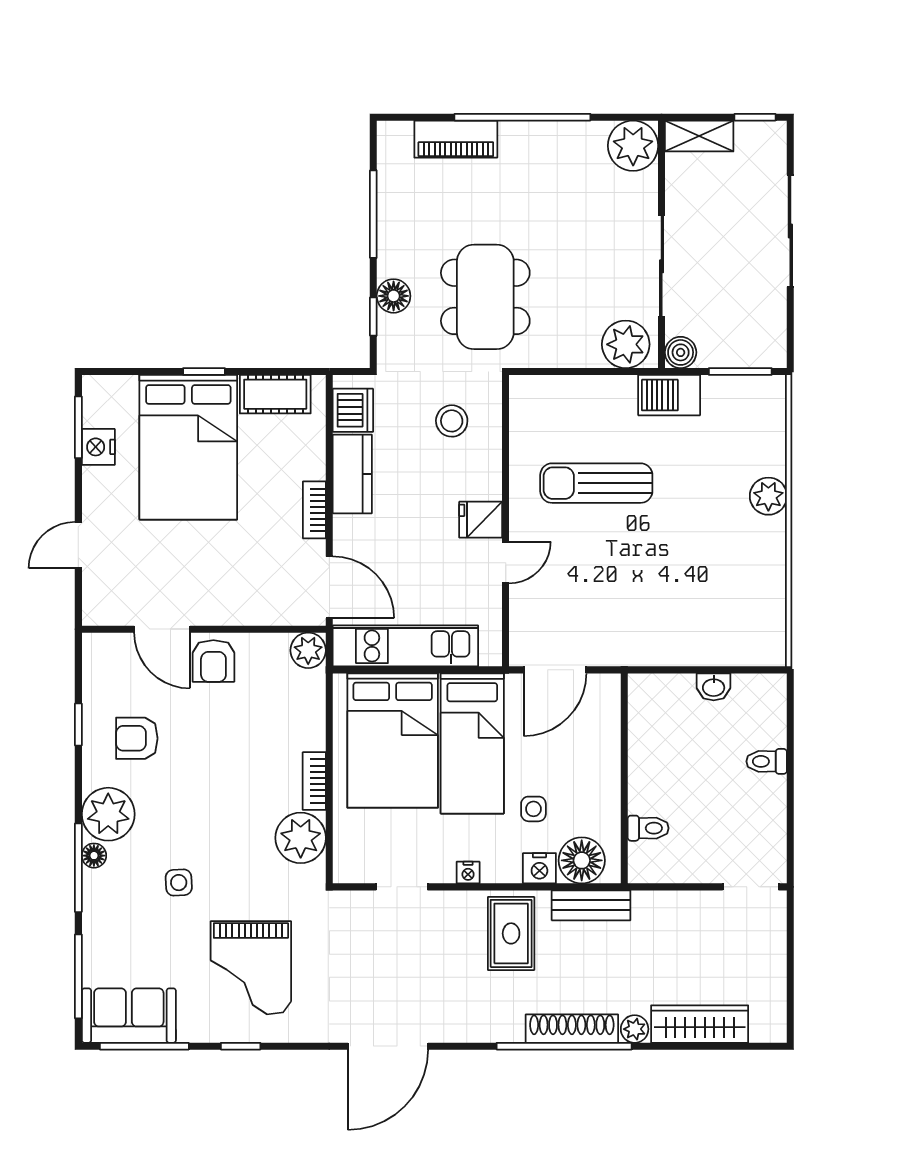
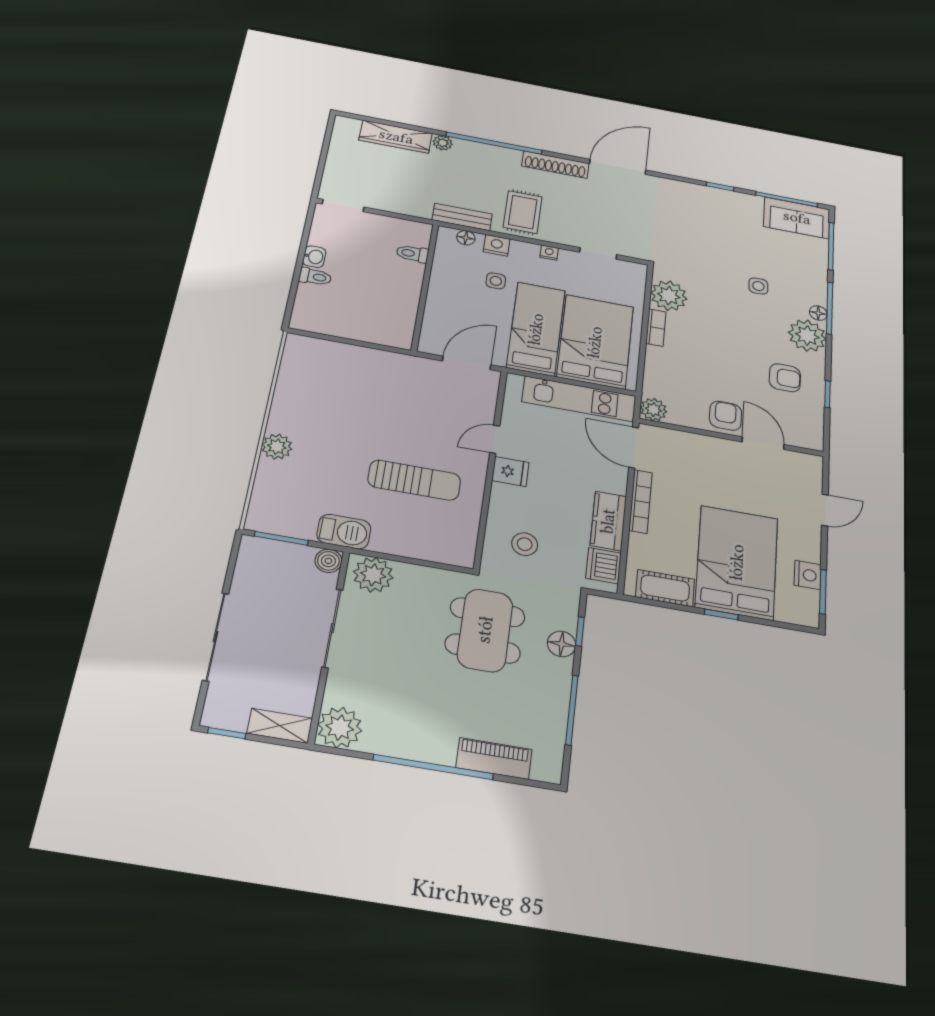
bookcase: (314, 510) -> (641, 501), width x1.56
washbasin: (714, 687) -> (314, 257), moved, turned 90
floor lamp: (582, 860) -> (466, 238), width x0.53, depth x0.53
grand piano: (251, 968) -> (710, 228), removed
shoe rack: (572, 1029) -> (555, 165), moved

